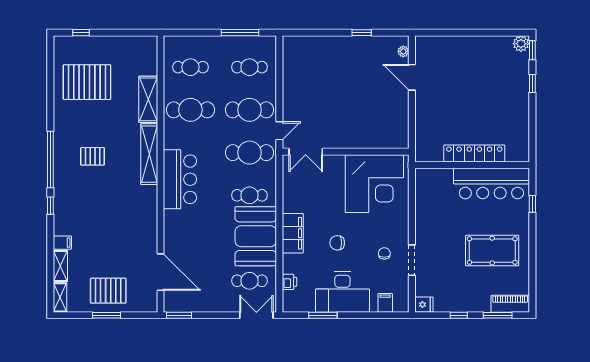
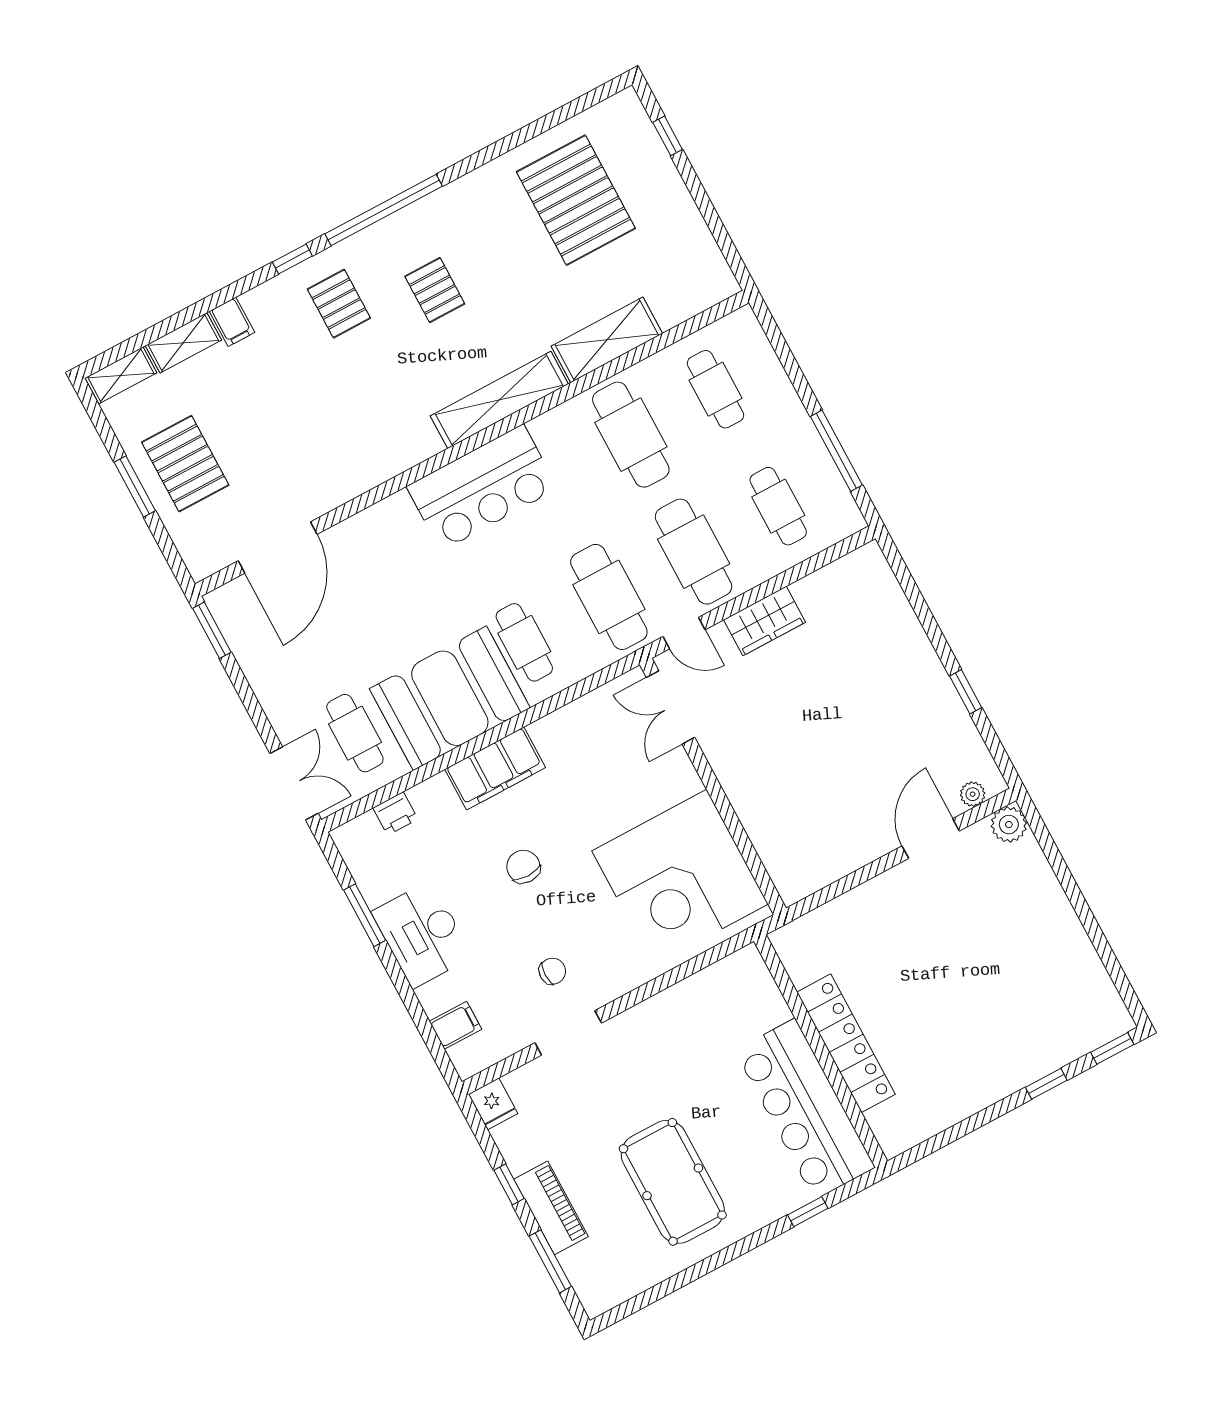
plant: (521, 44) -> (1009, 825), moved
wardrobe: (292, 97) -> (764, 621), added
pallet: (78, 197) -> (339, 304), added
desk: (342, 292) -> (422, 934), width x0.73, depth x0.77
piano: (510, 304) -> (551, 1208), moved

